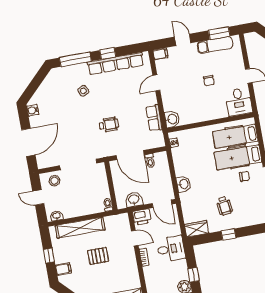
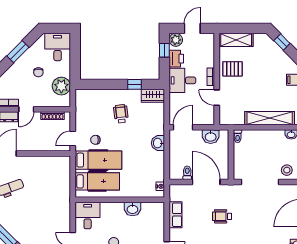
washbasin: (172, 119) -> (132, 209), moved, turned -90
door: (162, 204) -> (183, 127), hinge flipped
printer: (142, 217) -> (176, 59), moved, turned 90
window: (228, 234) -> (135, 84), moved
pallet: (98, 256) -> (232, 69), moved

